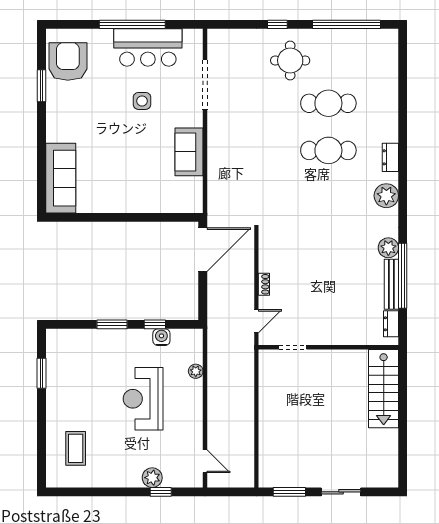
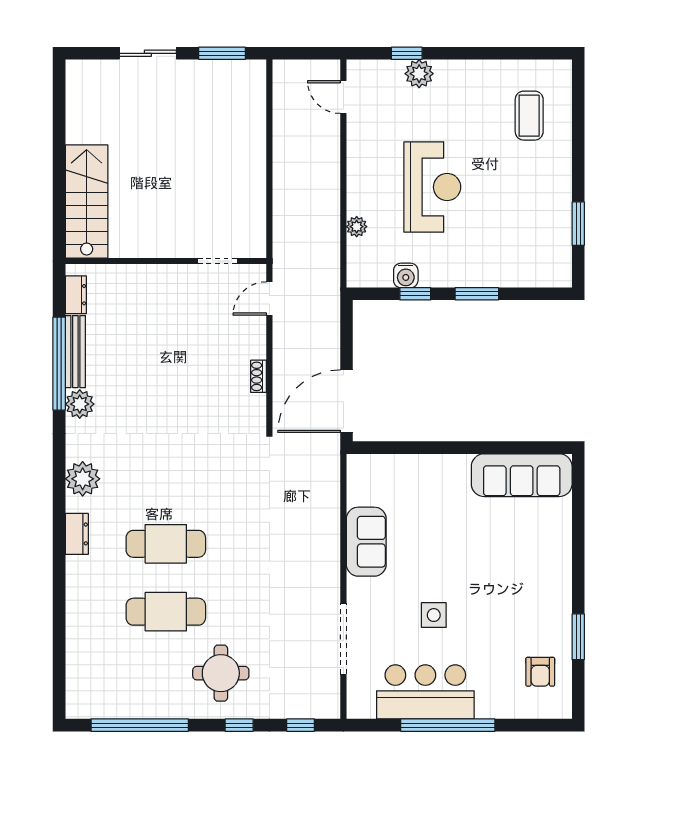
window: (235, 24) -> (301, 725), added
armchair: (68, 61) -> (540, 672), width x0.53, depth x0.53
sofa: (61, 178) -> (522, 475), moved, turned -90
shoe rack: (264, 284) -> (259, 376), moved

